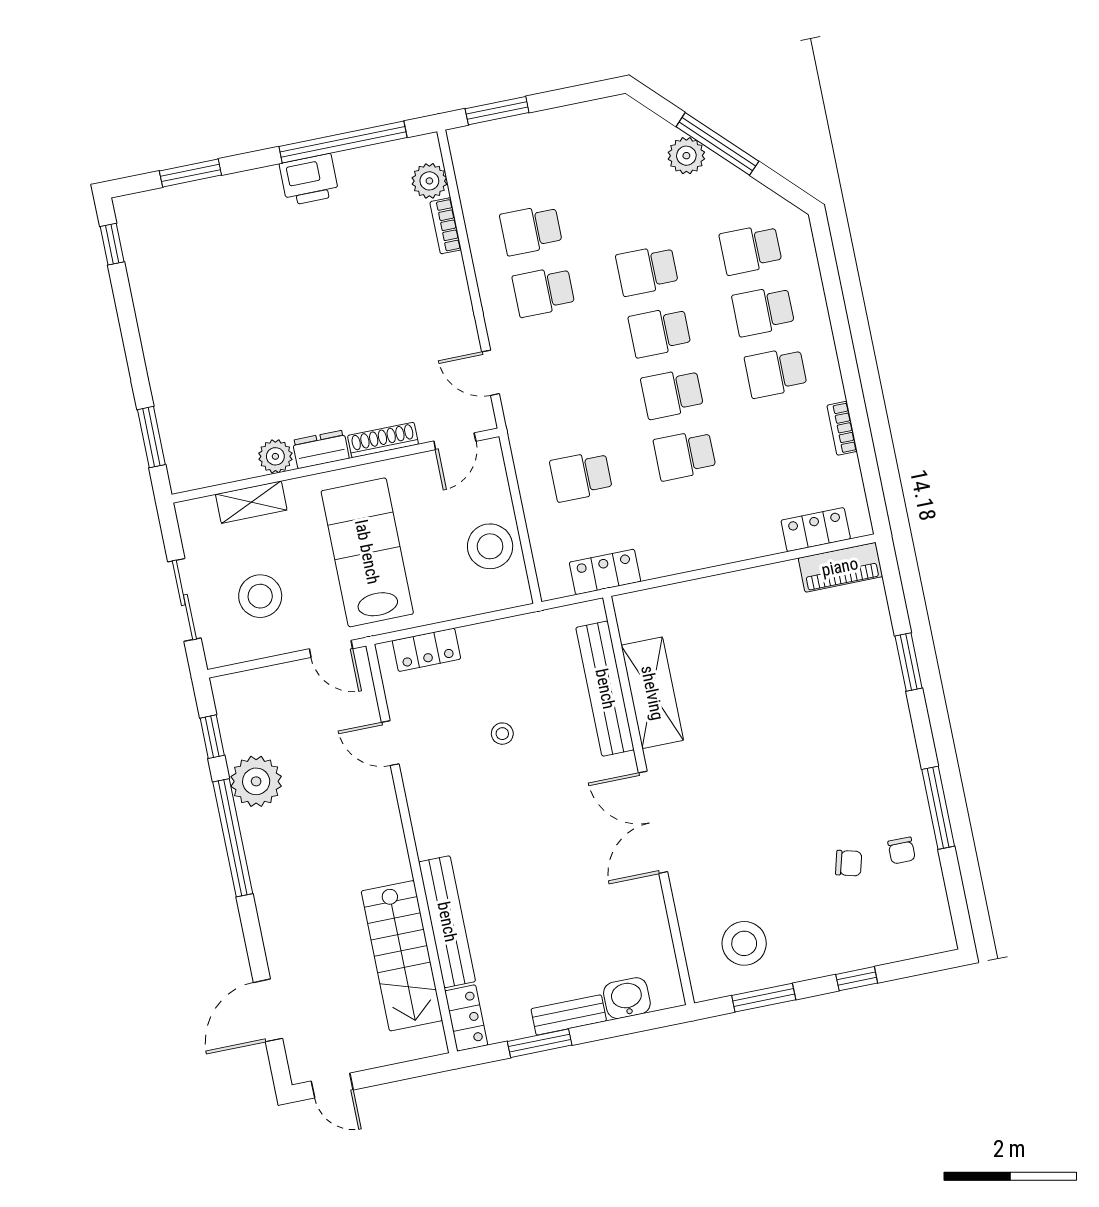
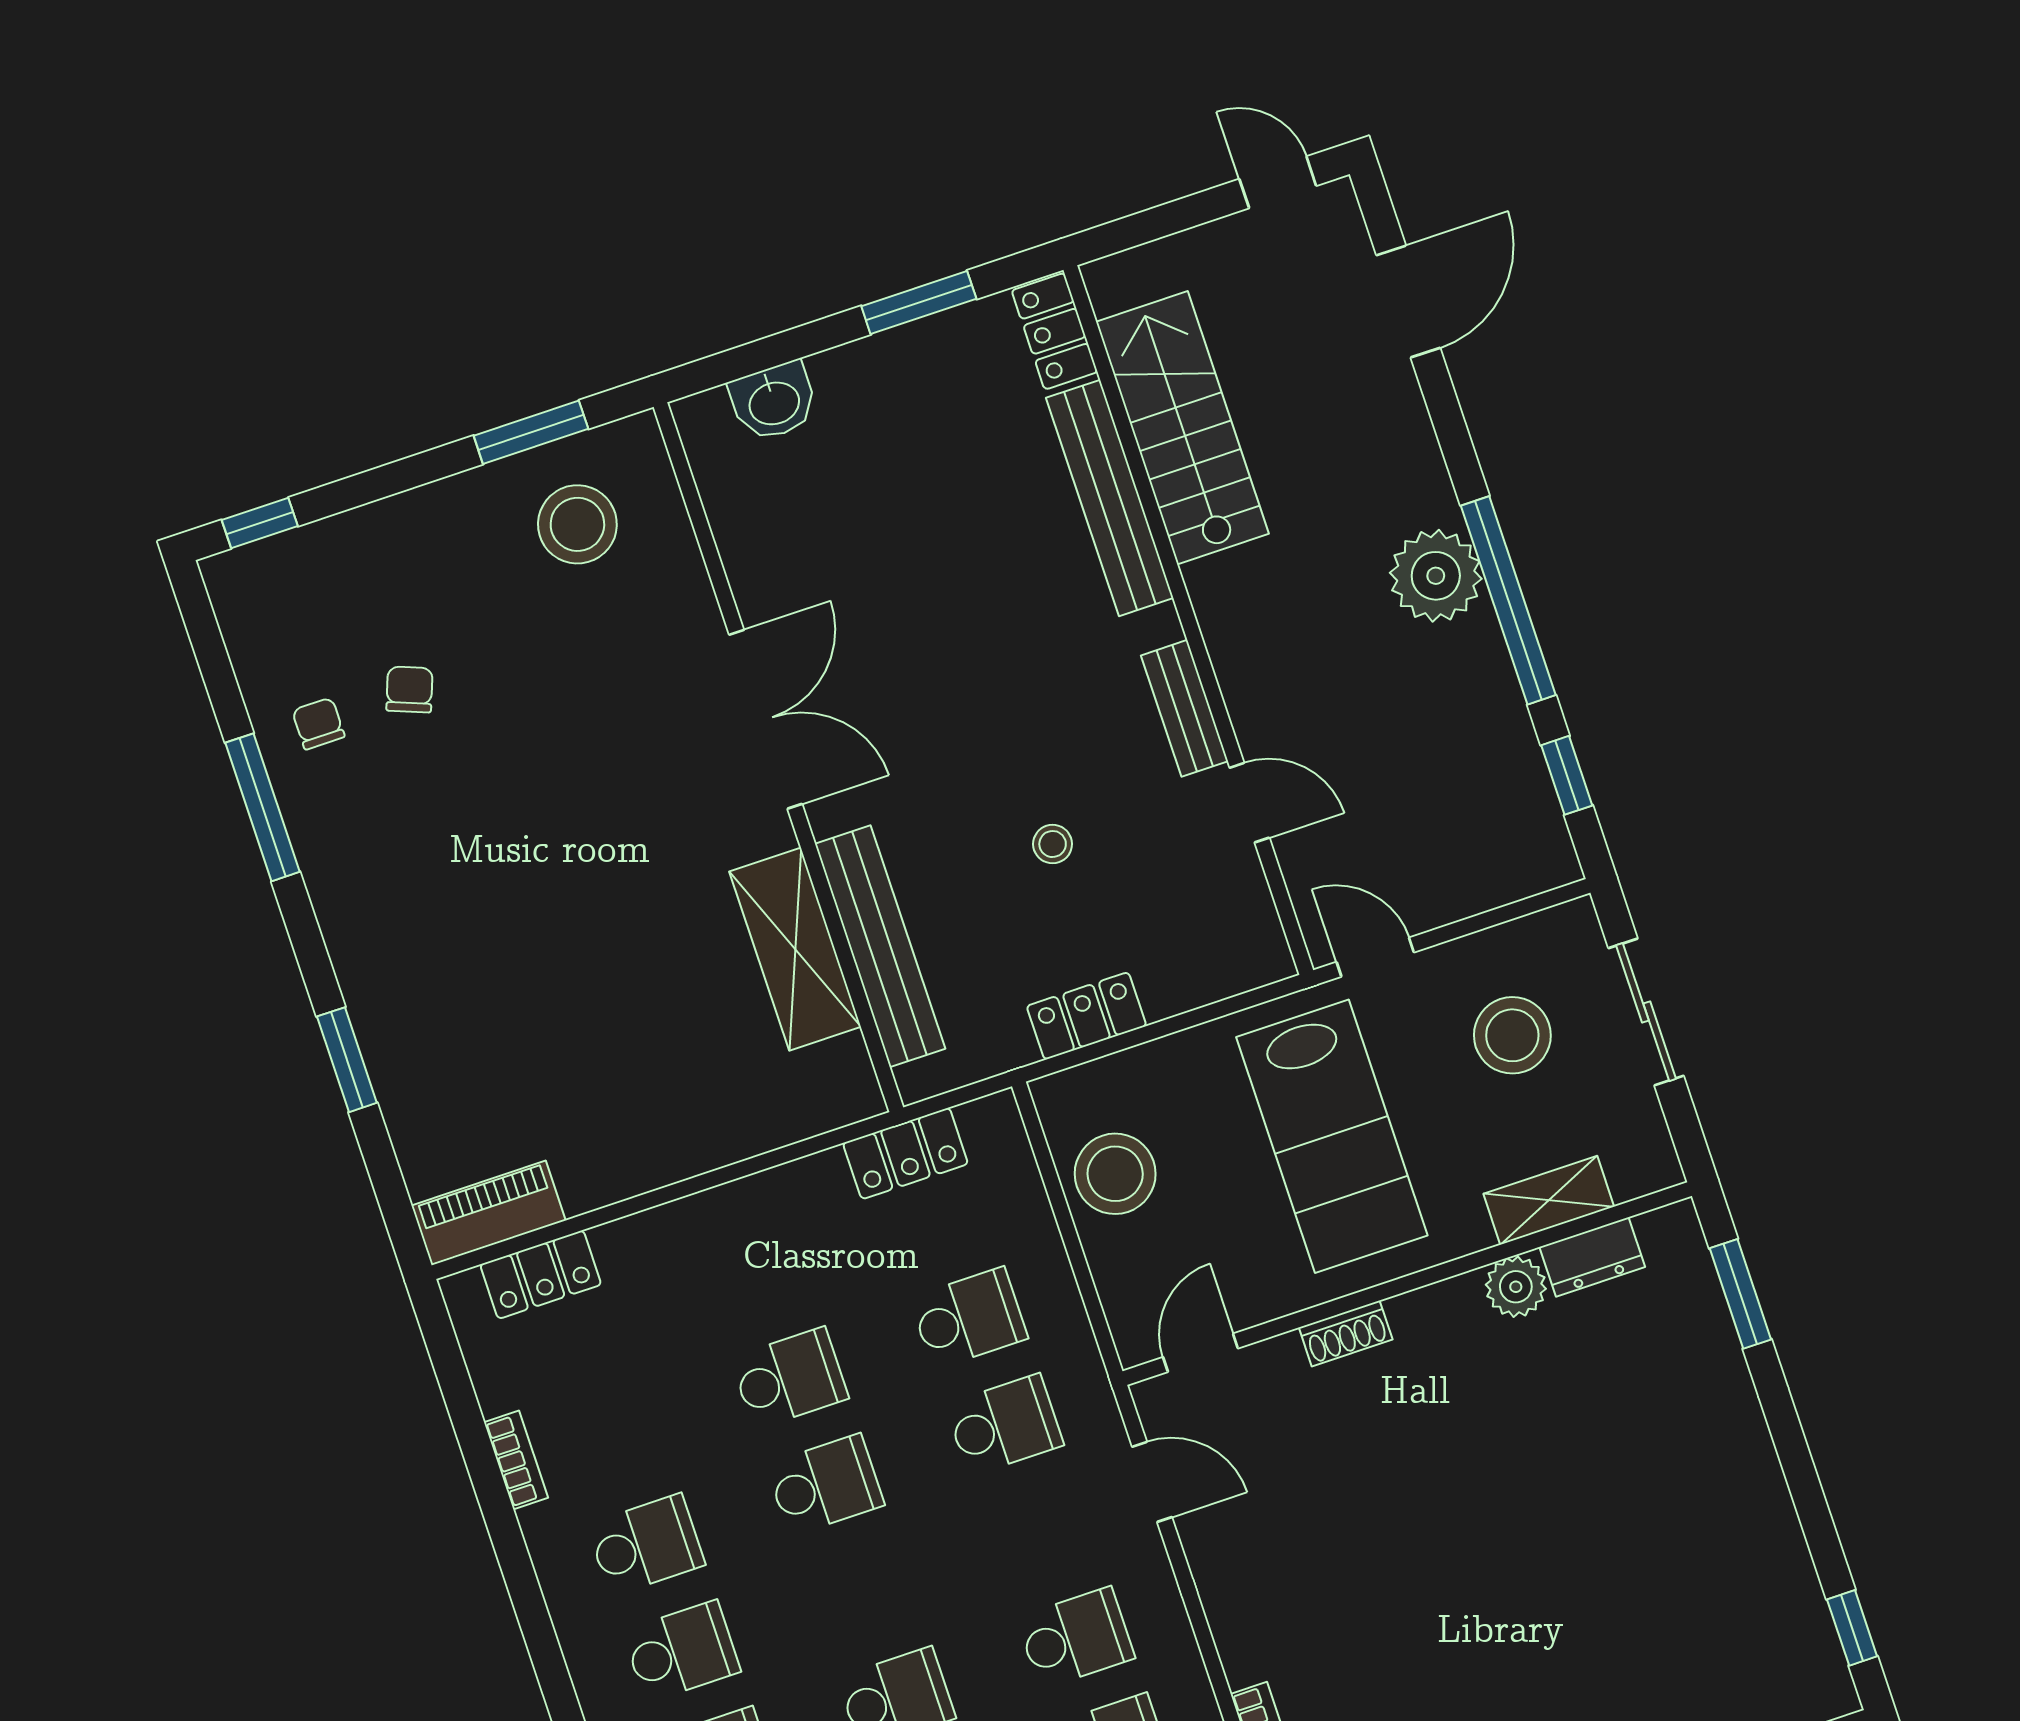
school desk: (660, 332) -> (1004, 1425), moved
shoe rack: (383, 440) -> (1346, 1333), width x0.70
dresser: (321, 449) -> (1592, 1257), moved
locker: (426, 650) -> (1086, 1016), moved
plant: (256, 781) -> (1436, 576), moved
chair: (849, 863) -> (409, 689), turned 96
window: (857, 979) -> (260, 523), moved
bench: (569, 1015) -> (1185, 708), moved, turned 90

